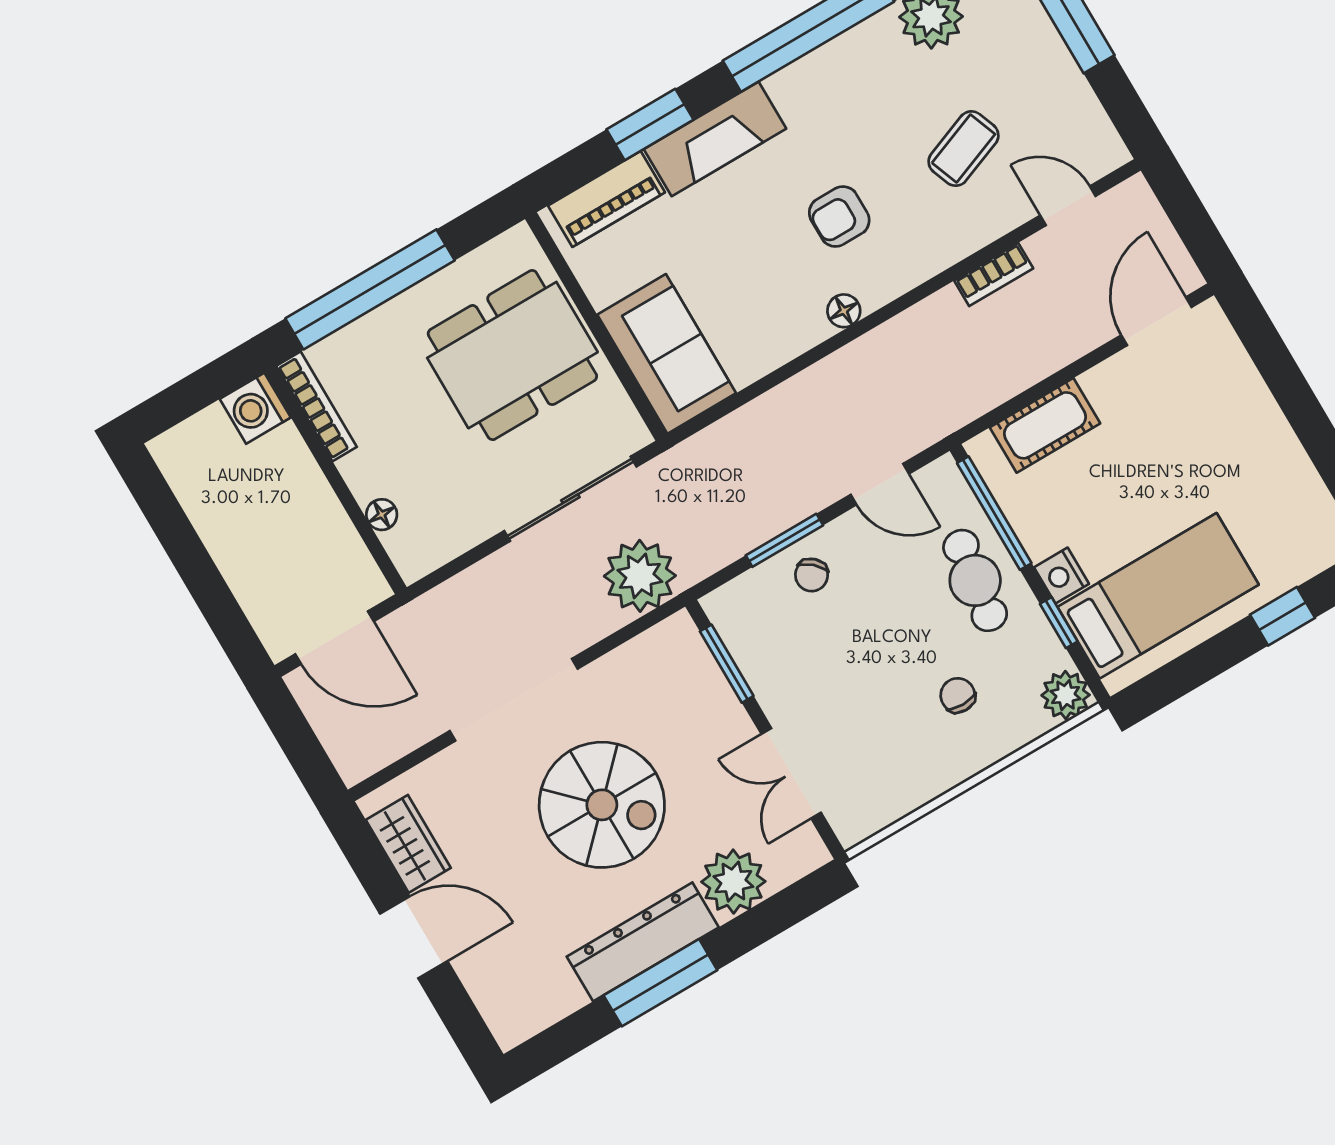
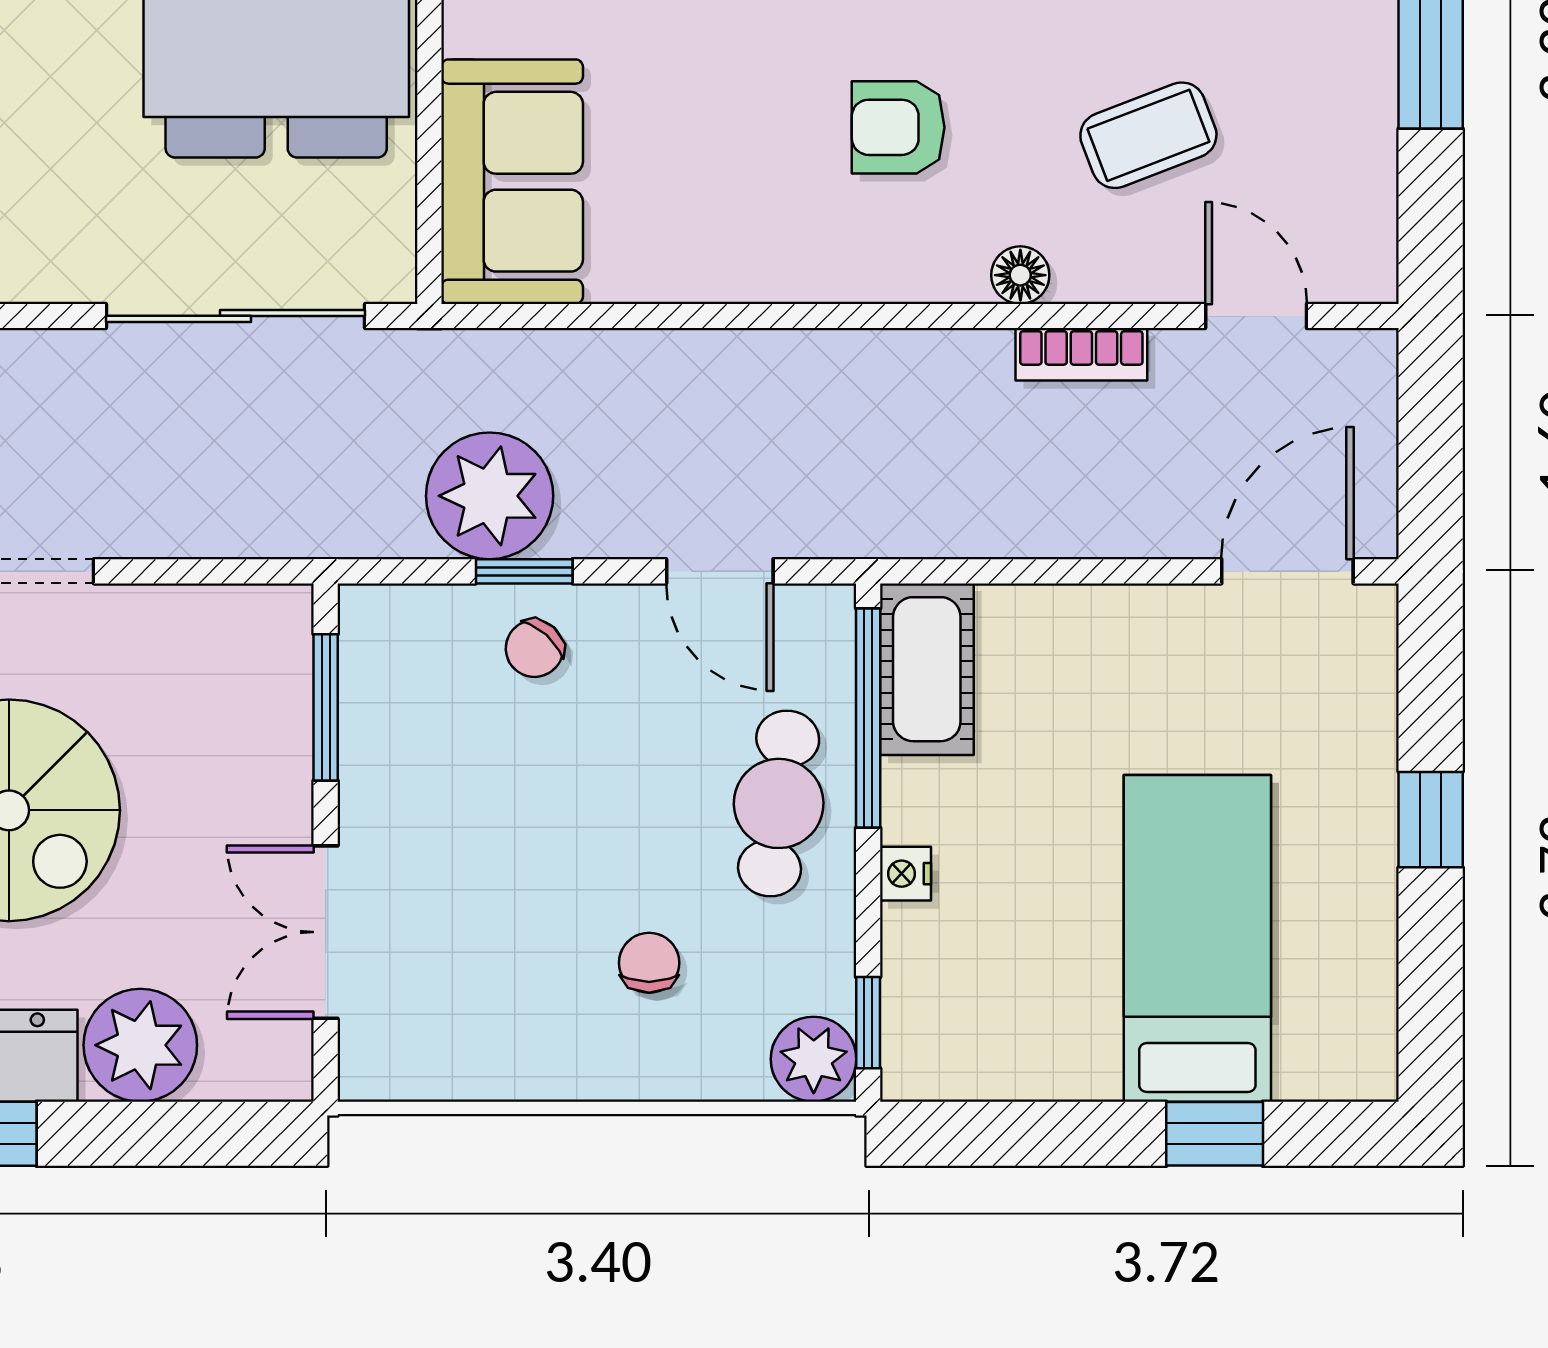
floor lamp: (844, 311) -> (1020, 275), moved
window: (1298, 401) -> (1431, 820), added
cot: (1045, 425) -> (927, 669), moved, turned 90
window: (784, 540) -> (524, 571), width x0.67
plant: (640, 576) -> (490, 496), moved
nightstand: (1061, 576) -> (906, 874), width x0.72, depth x0.74
bed: (1158, 596) -> (1197, 938), moved, turned -90
window: (1059, 623) -> (868, 1023), moved

